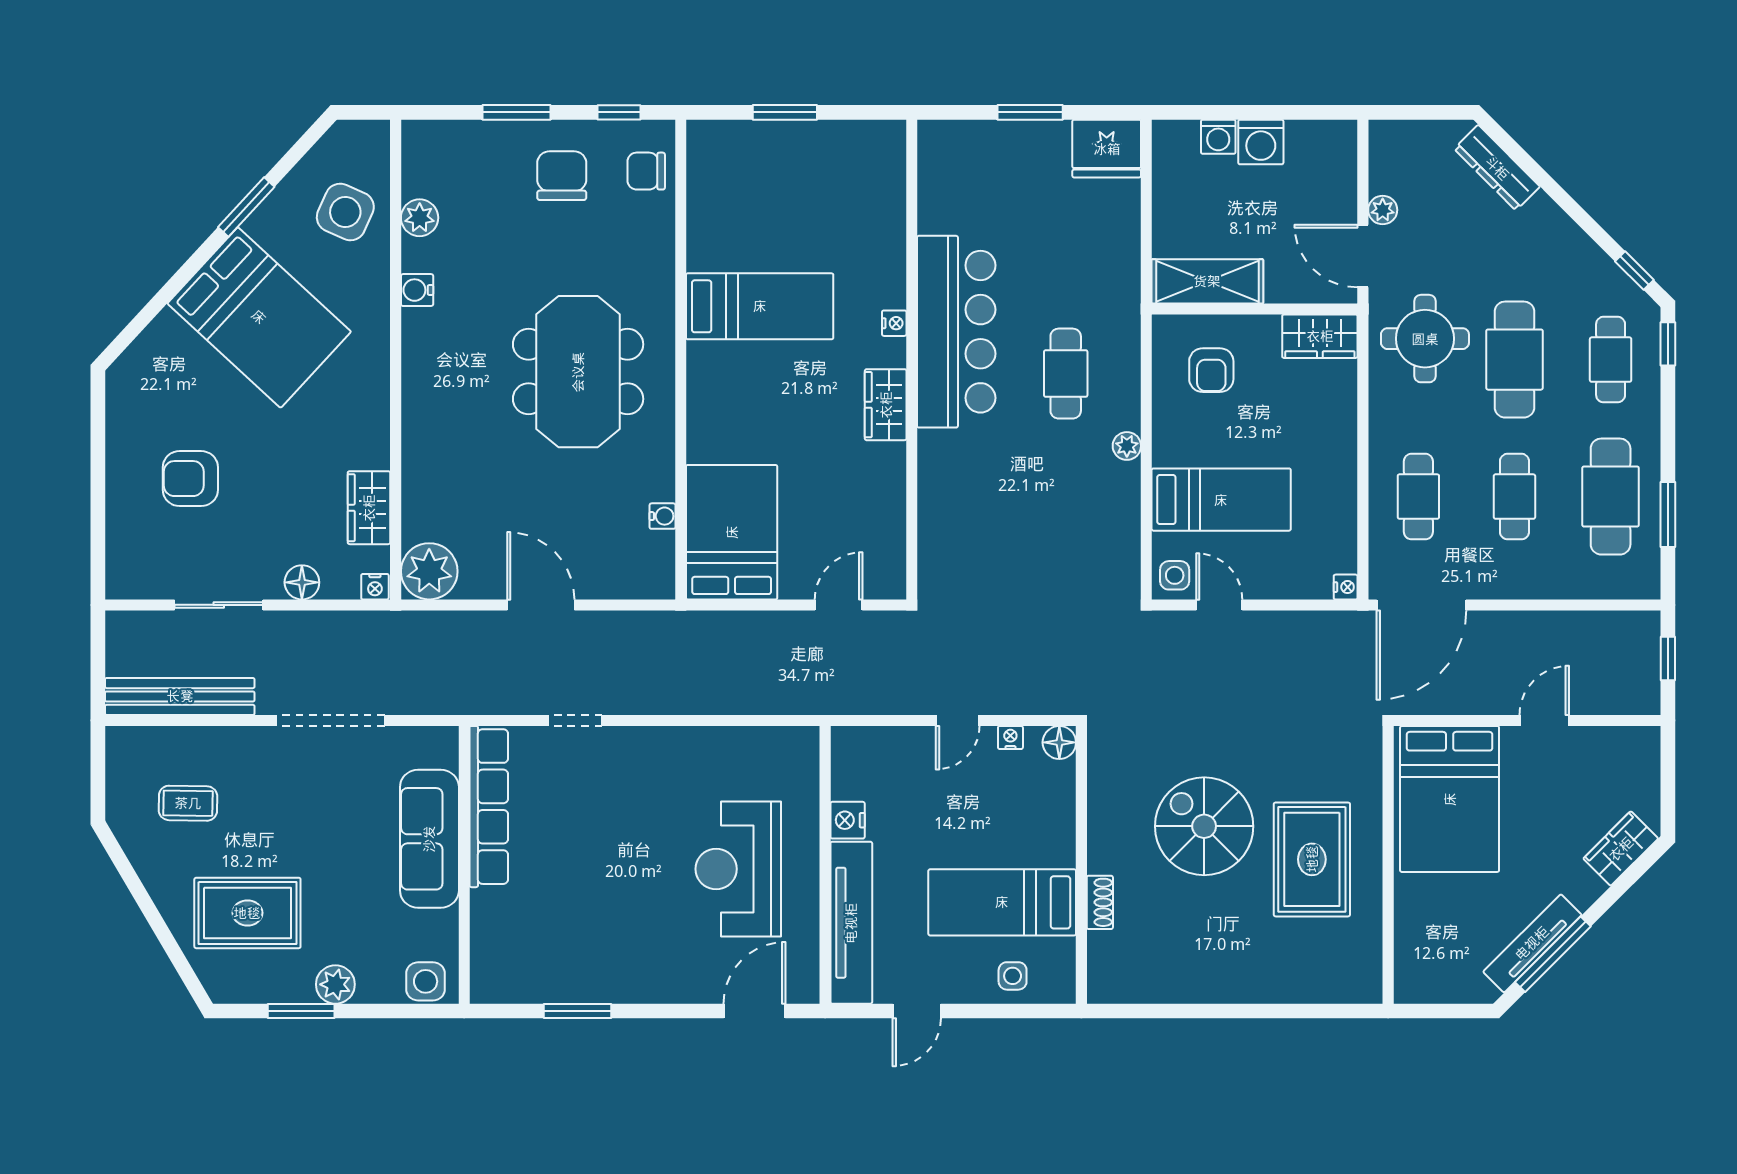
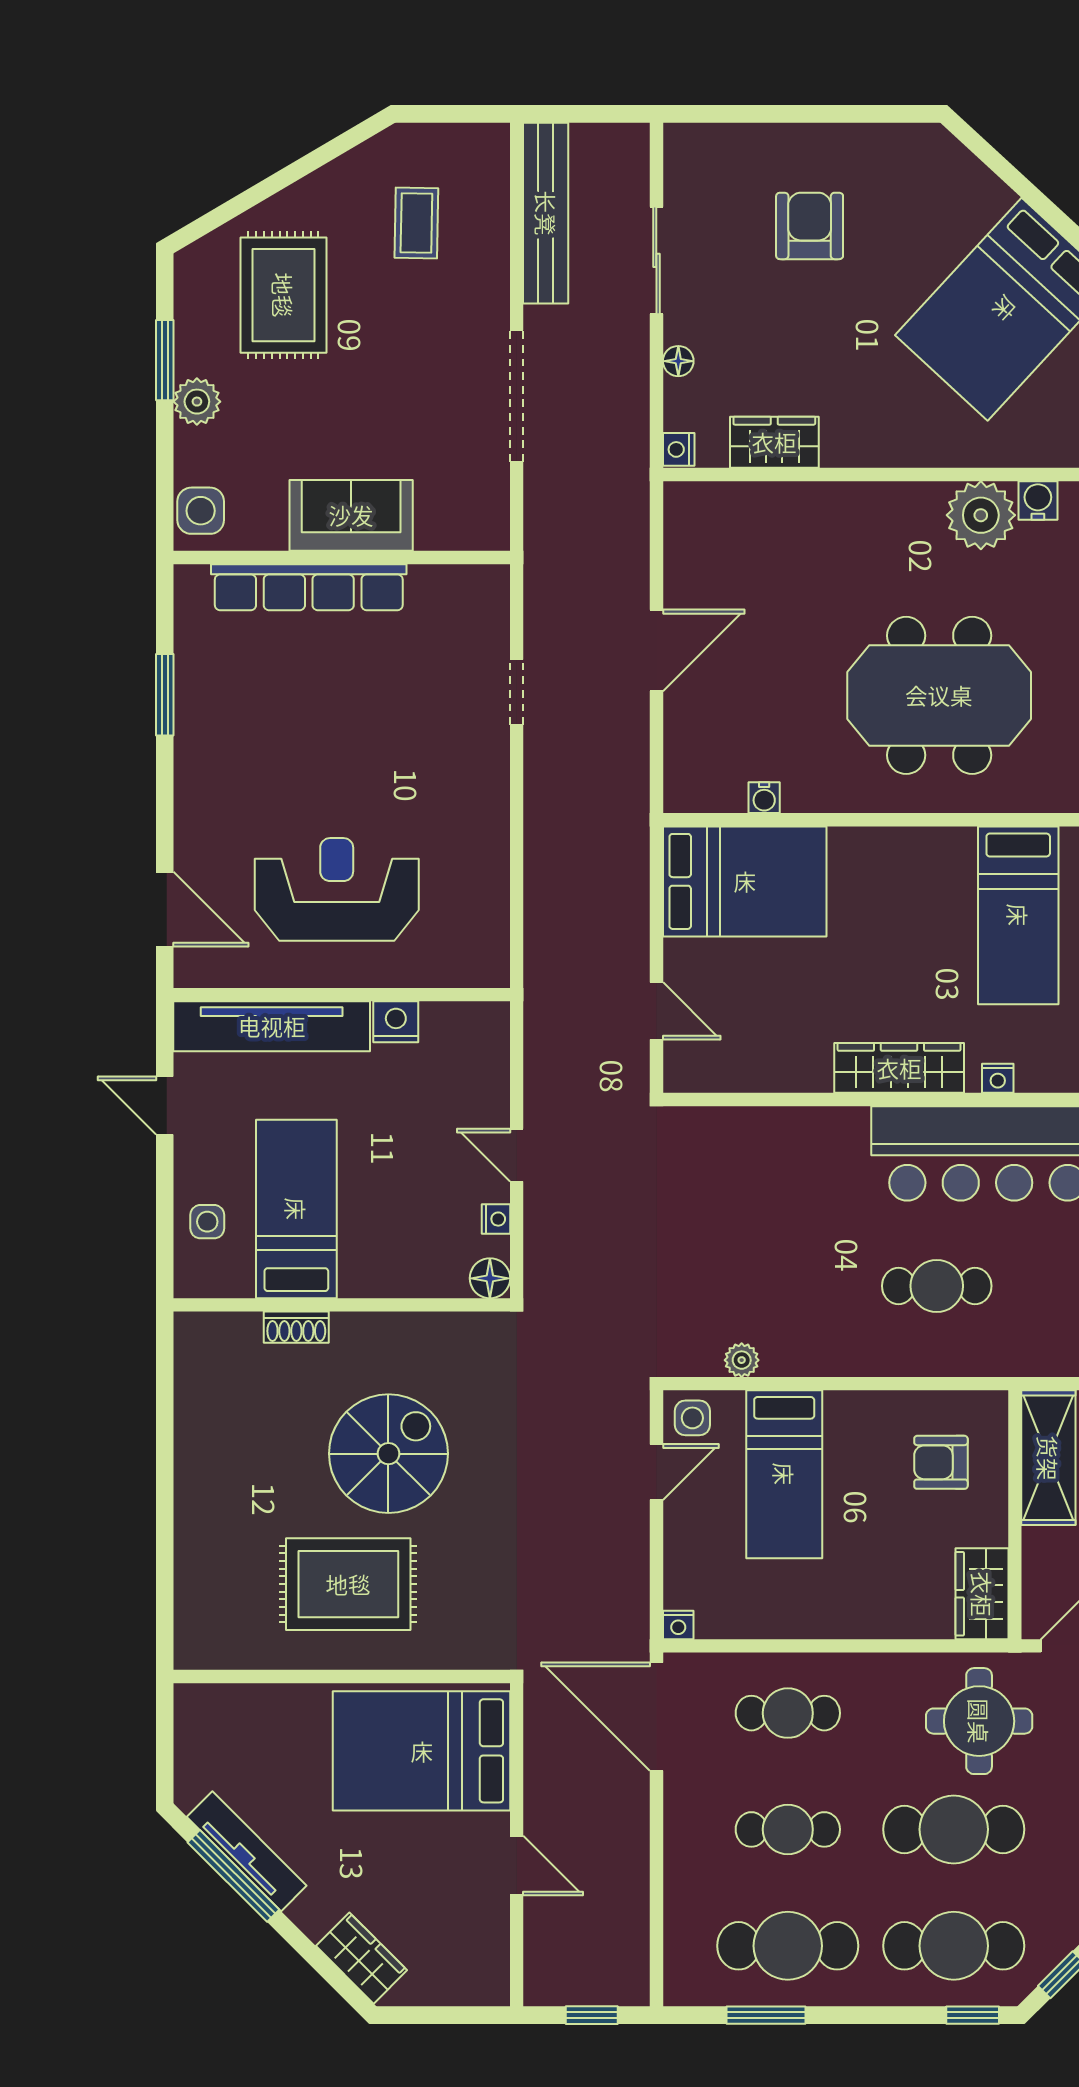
cafe table: (1611, 360) -> (954, 1946), width x1.37, depth x1.35
wardrobe: (886, 405) -> (899, 1068), width x1.50
plant: (1127, 446) -> (742, 1360), moved
plant: (429, 571) -> (981, 515), moved
floor lamp: (302, 582) -> (678, 361), width x0.73, depth x0.73
row of seats: (489, 807) -> (309, 587), moved
sofa: (429, 839) -> (351, 515), width x0.73

